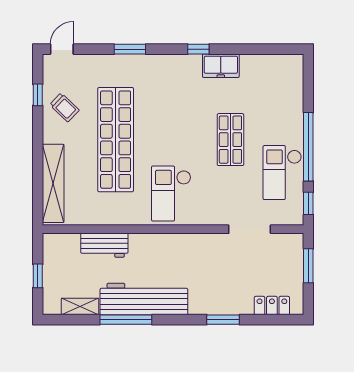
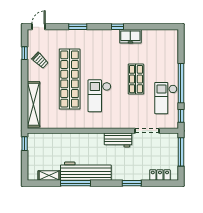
checkout: (171, 194) -> (99, 96), moved
workbench: (104, 245) -> (118, 140), moved
window: (308, 266) -> (181, 152), width x1.44
window: (38, 276) -> (25, 144), moved

